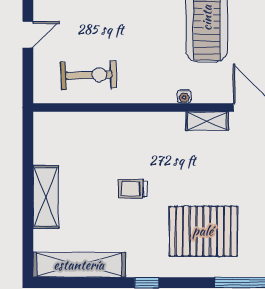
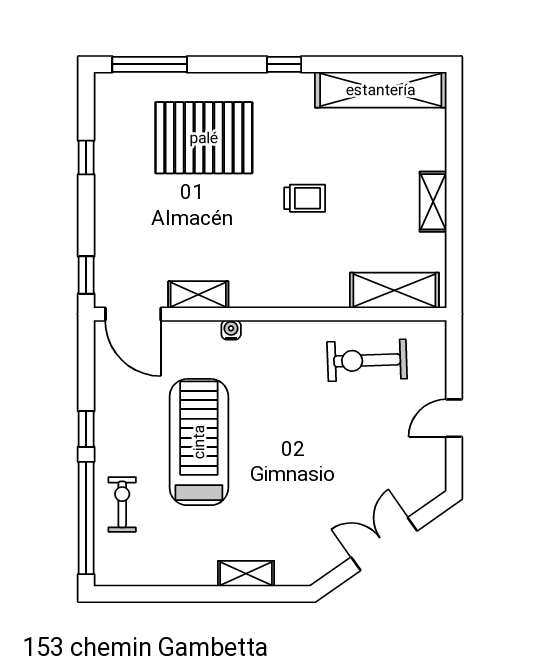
shelving: (70, 124) -> (394, 290), added
shelving: (46, 197) -> (433, 202), width x0.67, depth x0.75

